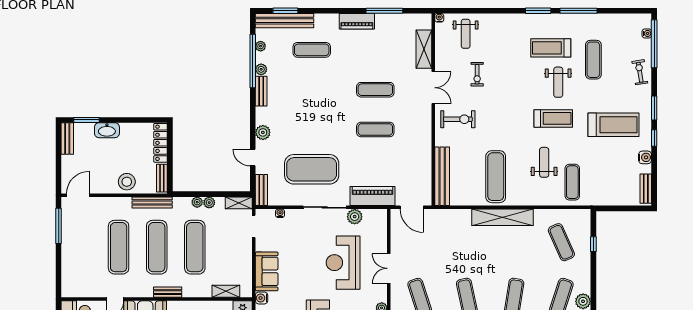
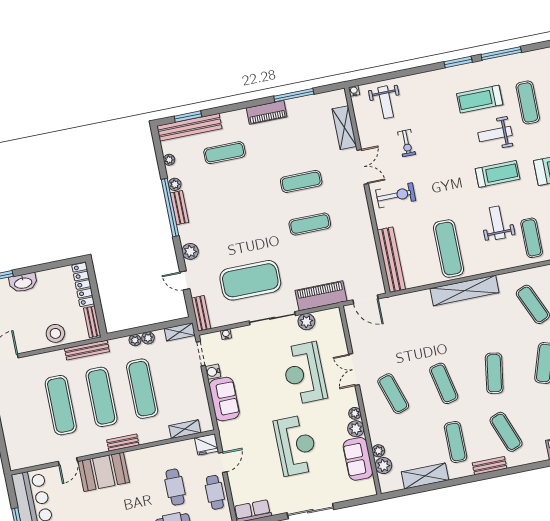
window: (253, 61) -> (170, 208), moved
weight bench: (558, 82) -> (495, 134), turned 90
water cooler: (262, 298) -> (213, 372), moved

